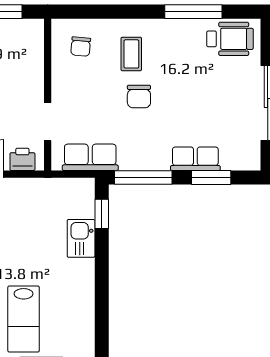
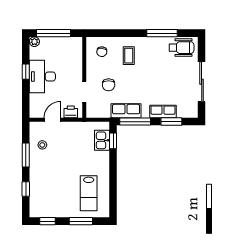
chair: (139, 96) -> (109, 85), moved
row of seats: (90, 157) -> (126, 111), moved
kitchen sink: (81, 238) -> (102, 140), moved
lab bench: (24, 319) -> (89, 193), moved

